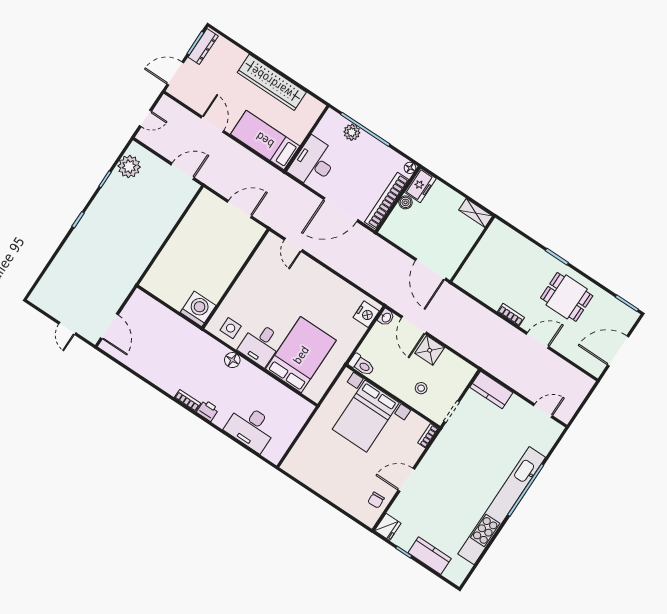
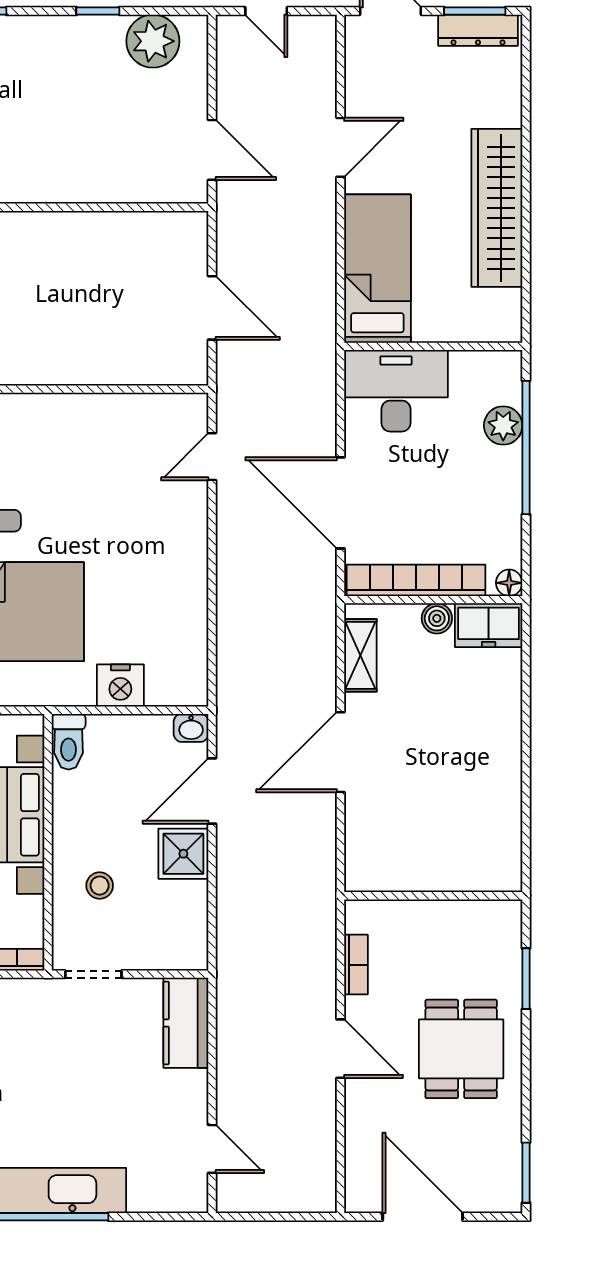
shelving: (476, 213) -> (360, 655), moved
wall: (473, 249) -> (433, 896), moved
nightstand: (366, 314) -> (120, 686), moved

